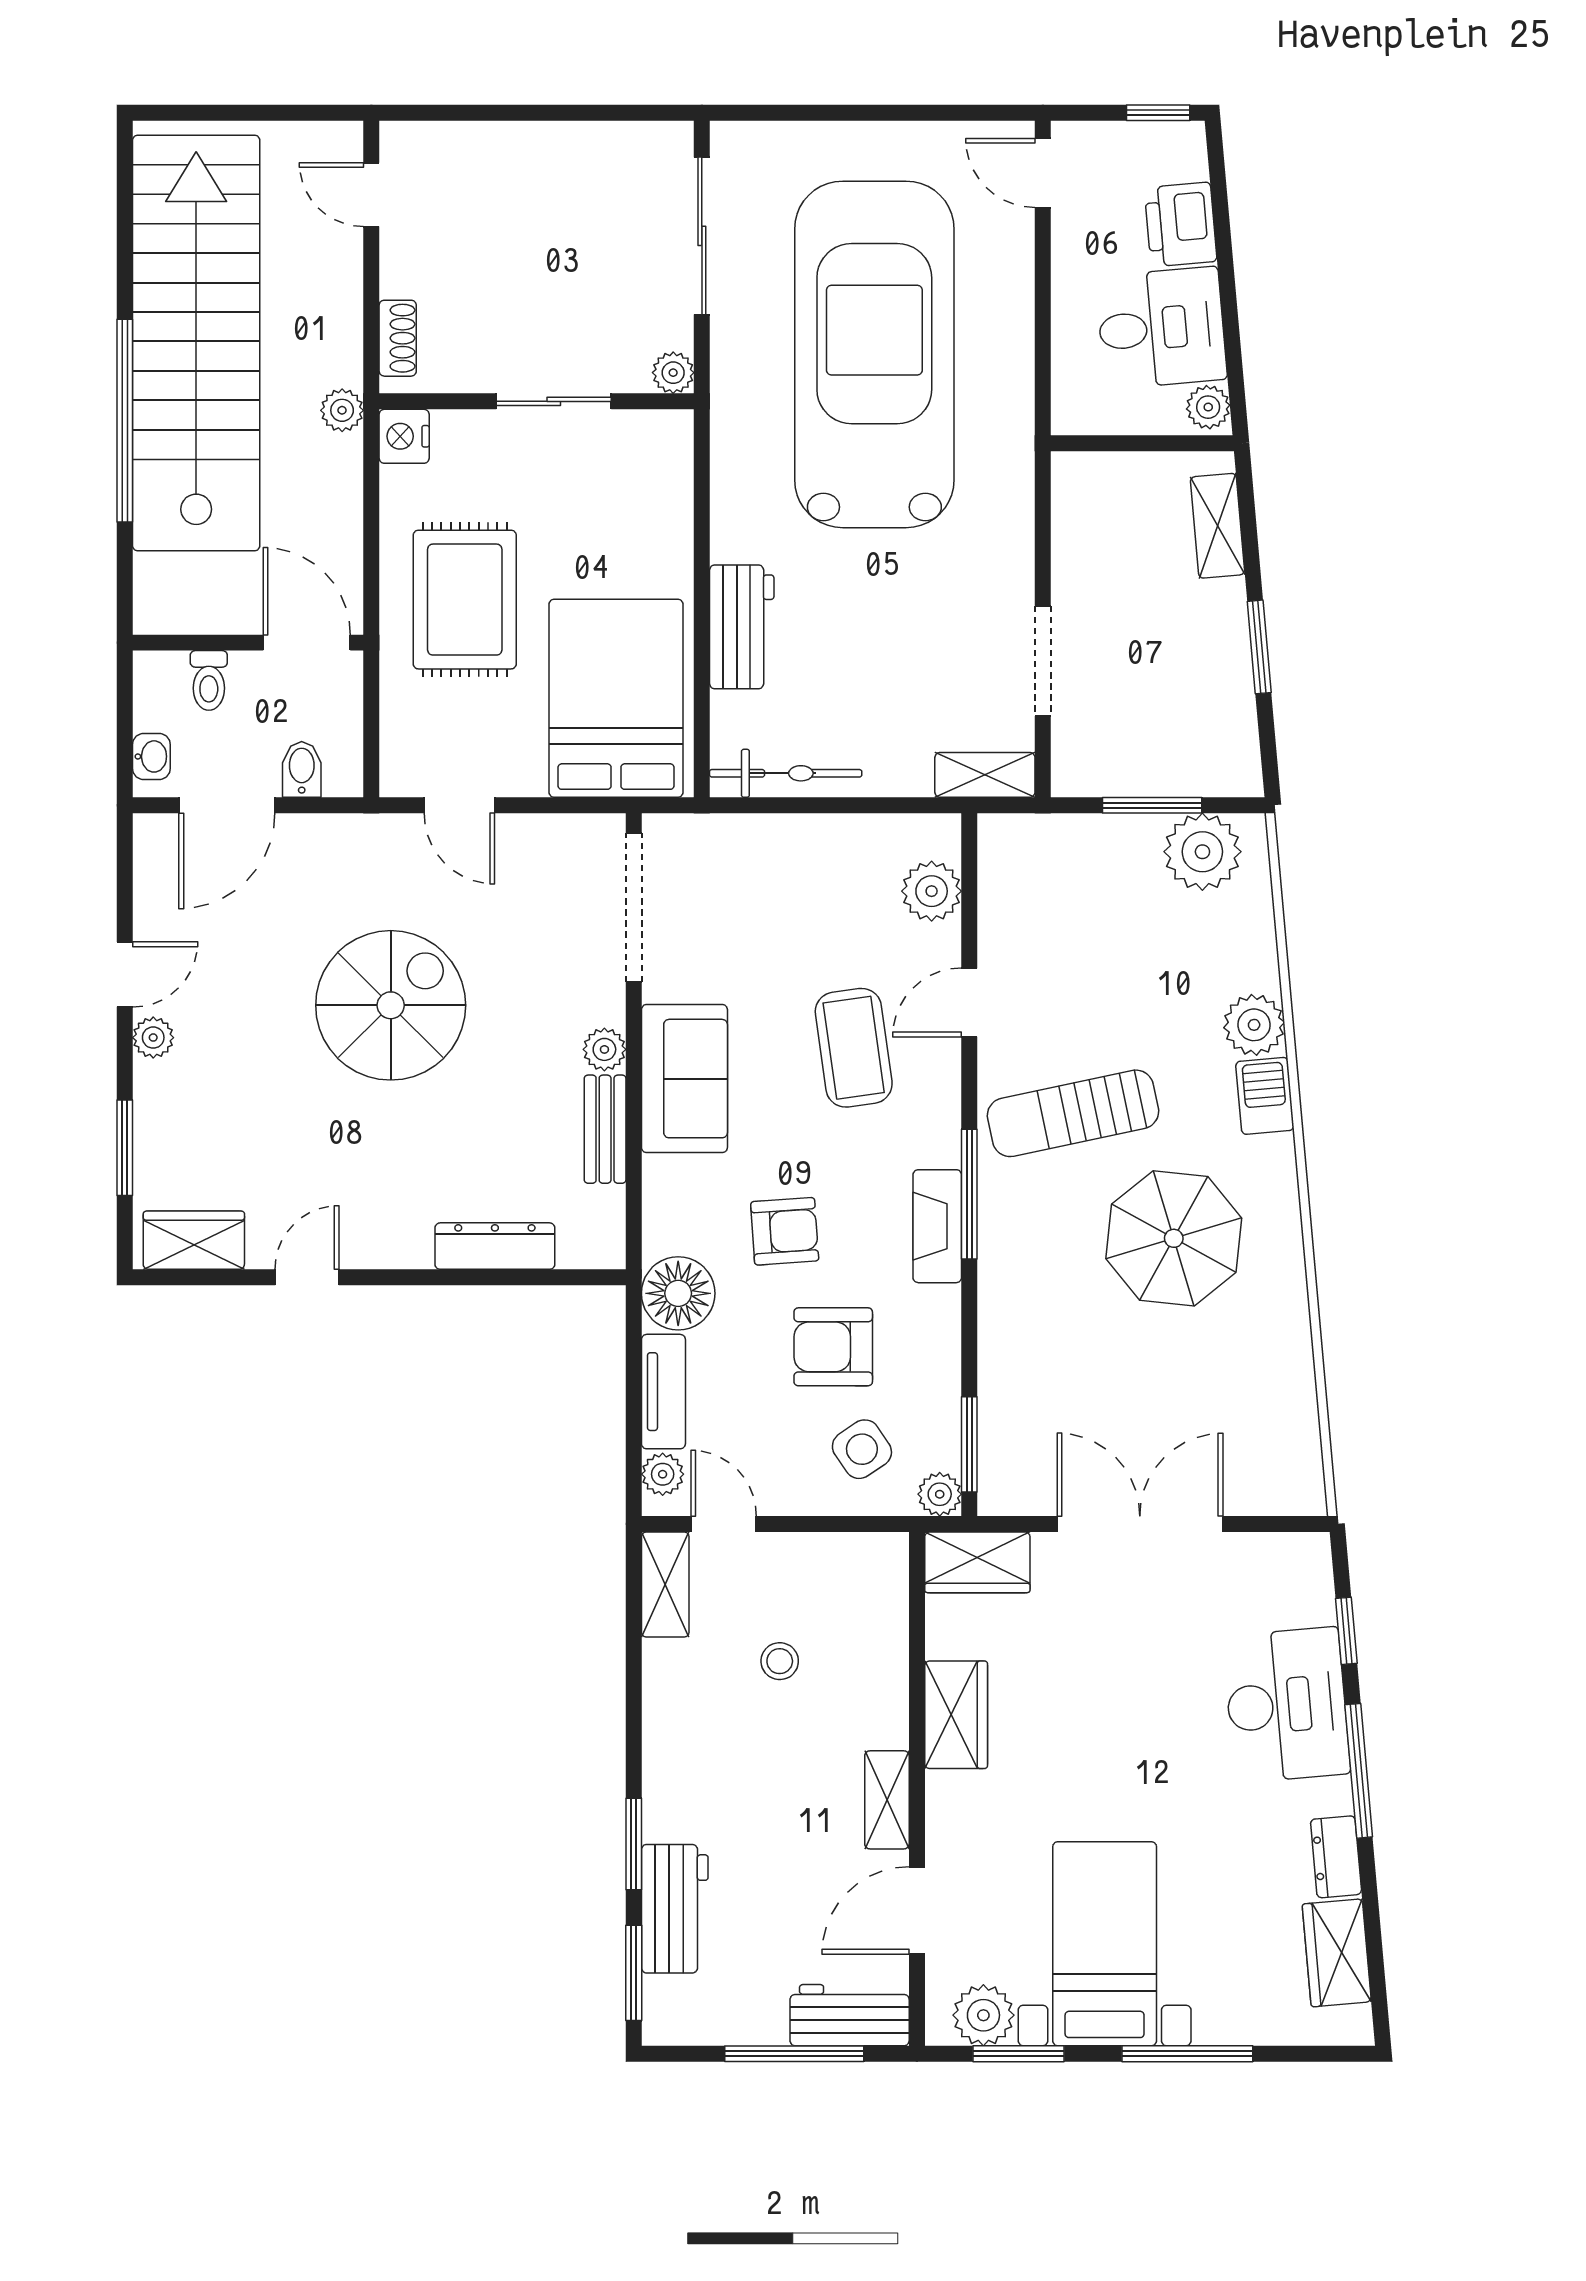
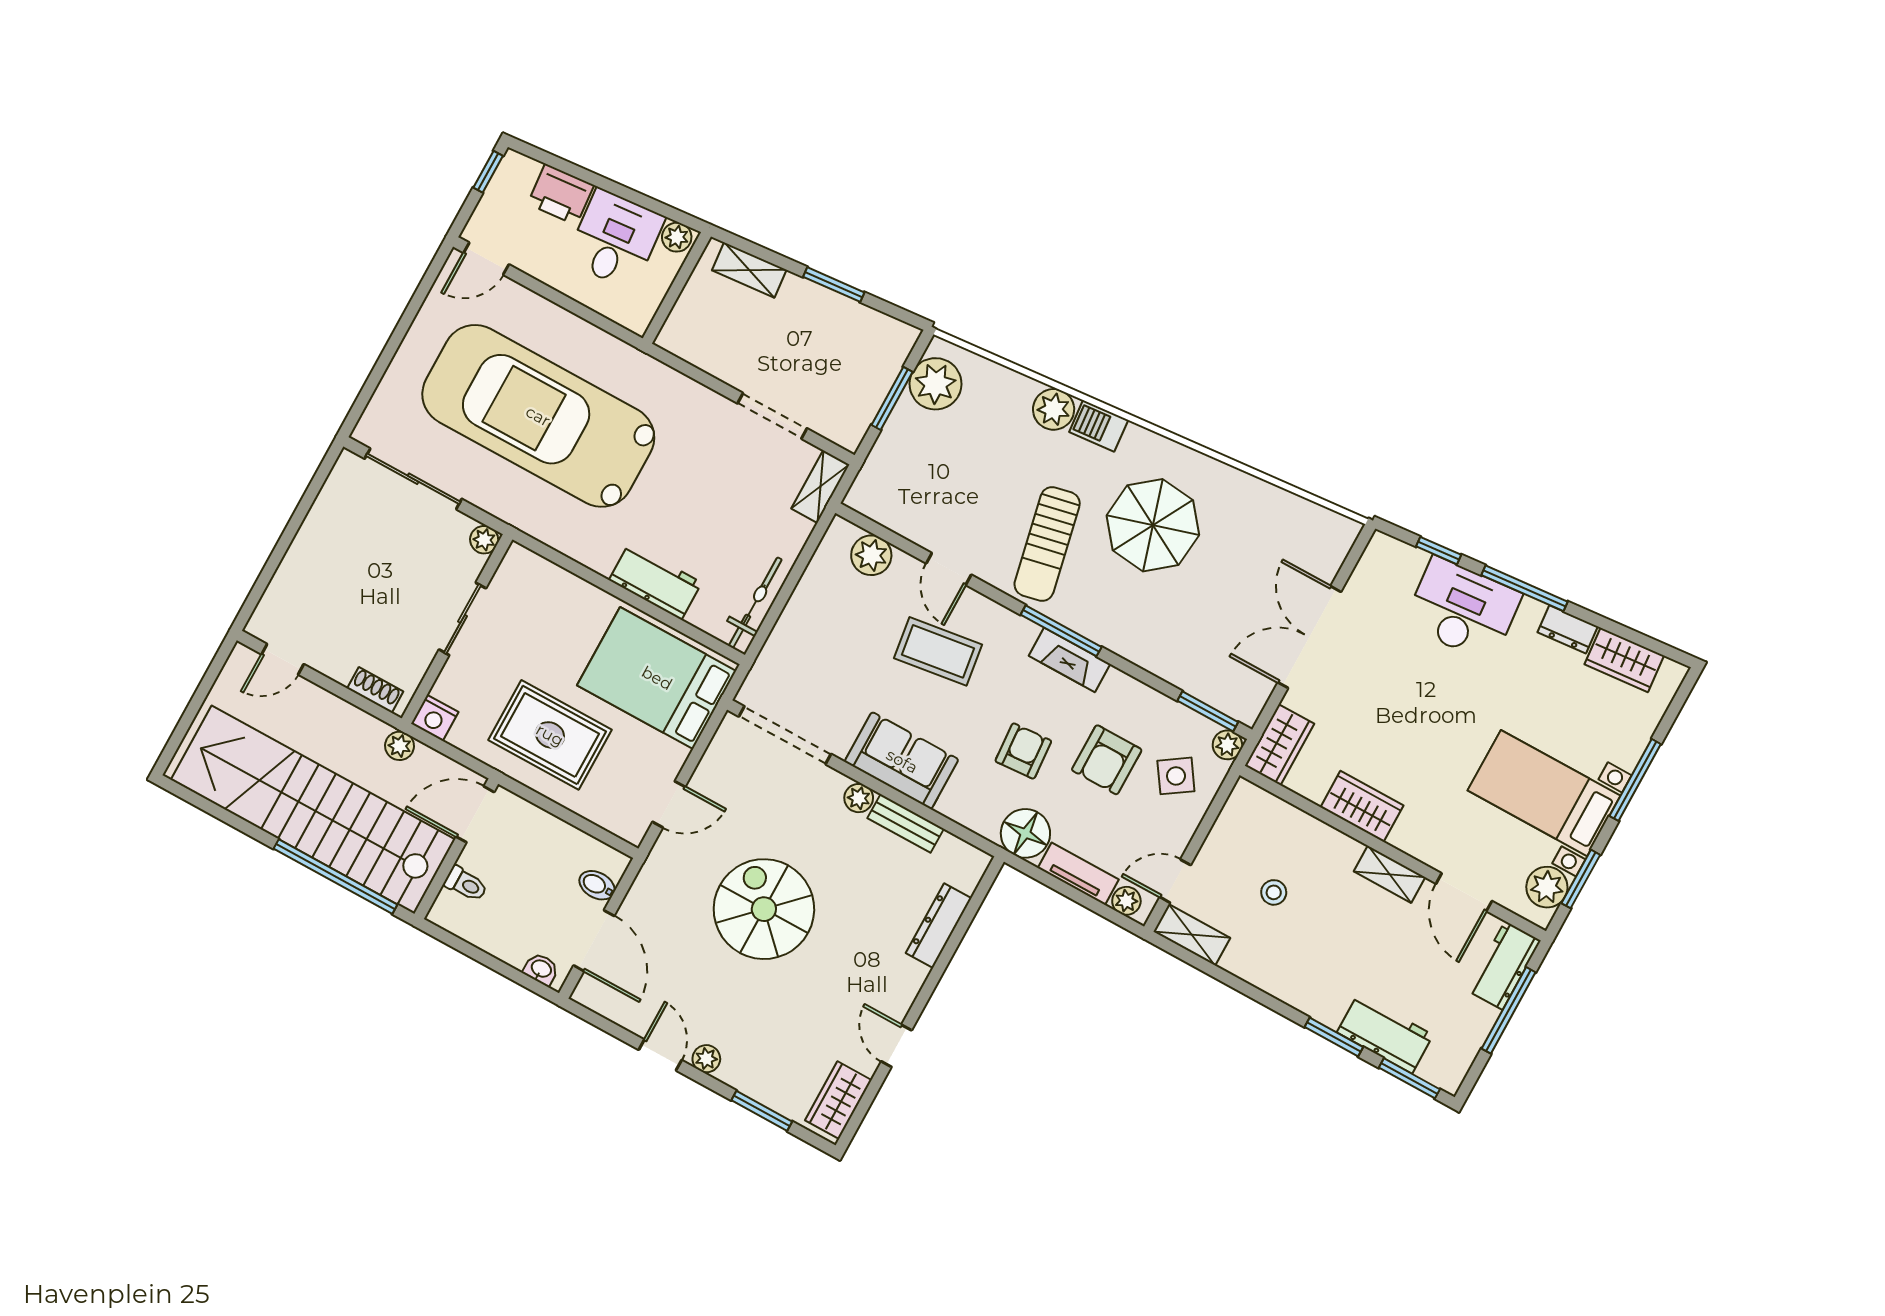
wall: (248, 643) -> (456, 849), moved
door: (307, 643) -> (475, 814), moved
toilet: (209, 680) -> (466, 884), moved

